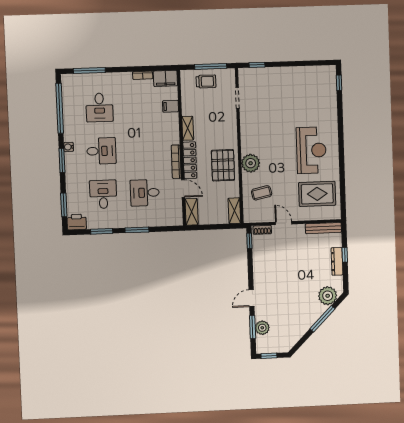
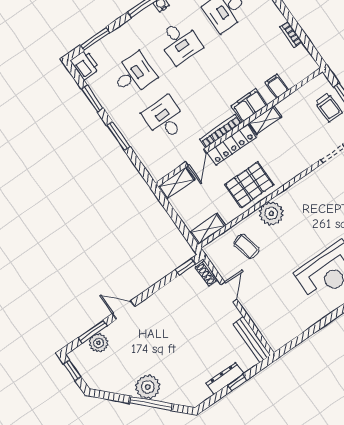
filing cabinet: (165, 78) -> (249, 105), moved, turned 90
rug: (317, 194) -> (285, 308), removed
plant: (328, 296) -> (148, 387), moved

